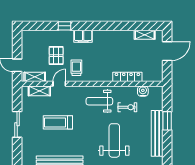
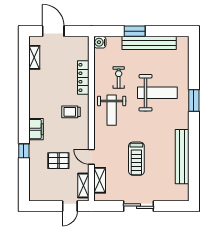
trolley: (76, 68) -> (71, 112), moved
water cooler: (143, 91) -> (100, 42), moved
weight bench: (114, 140) -> (157, 93), turned 180

